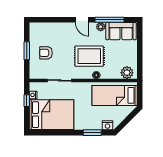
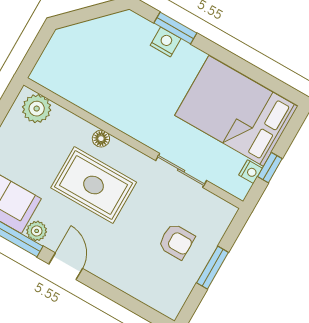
bed: (115, 95) -> (88, 77), removed
nightstand: (108, 125) -> (166, 42), moved

